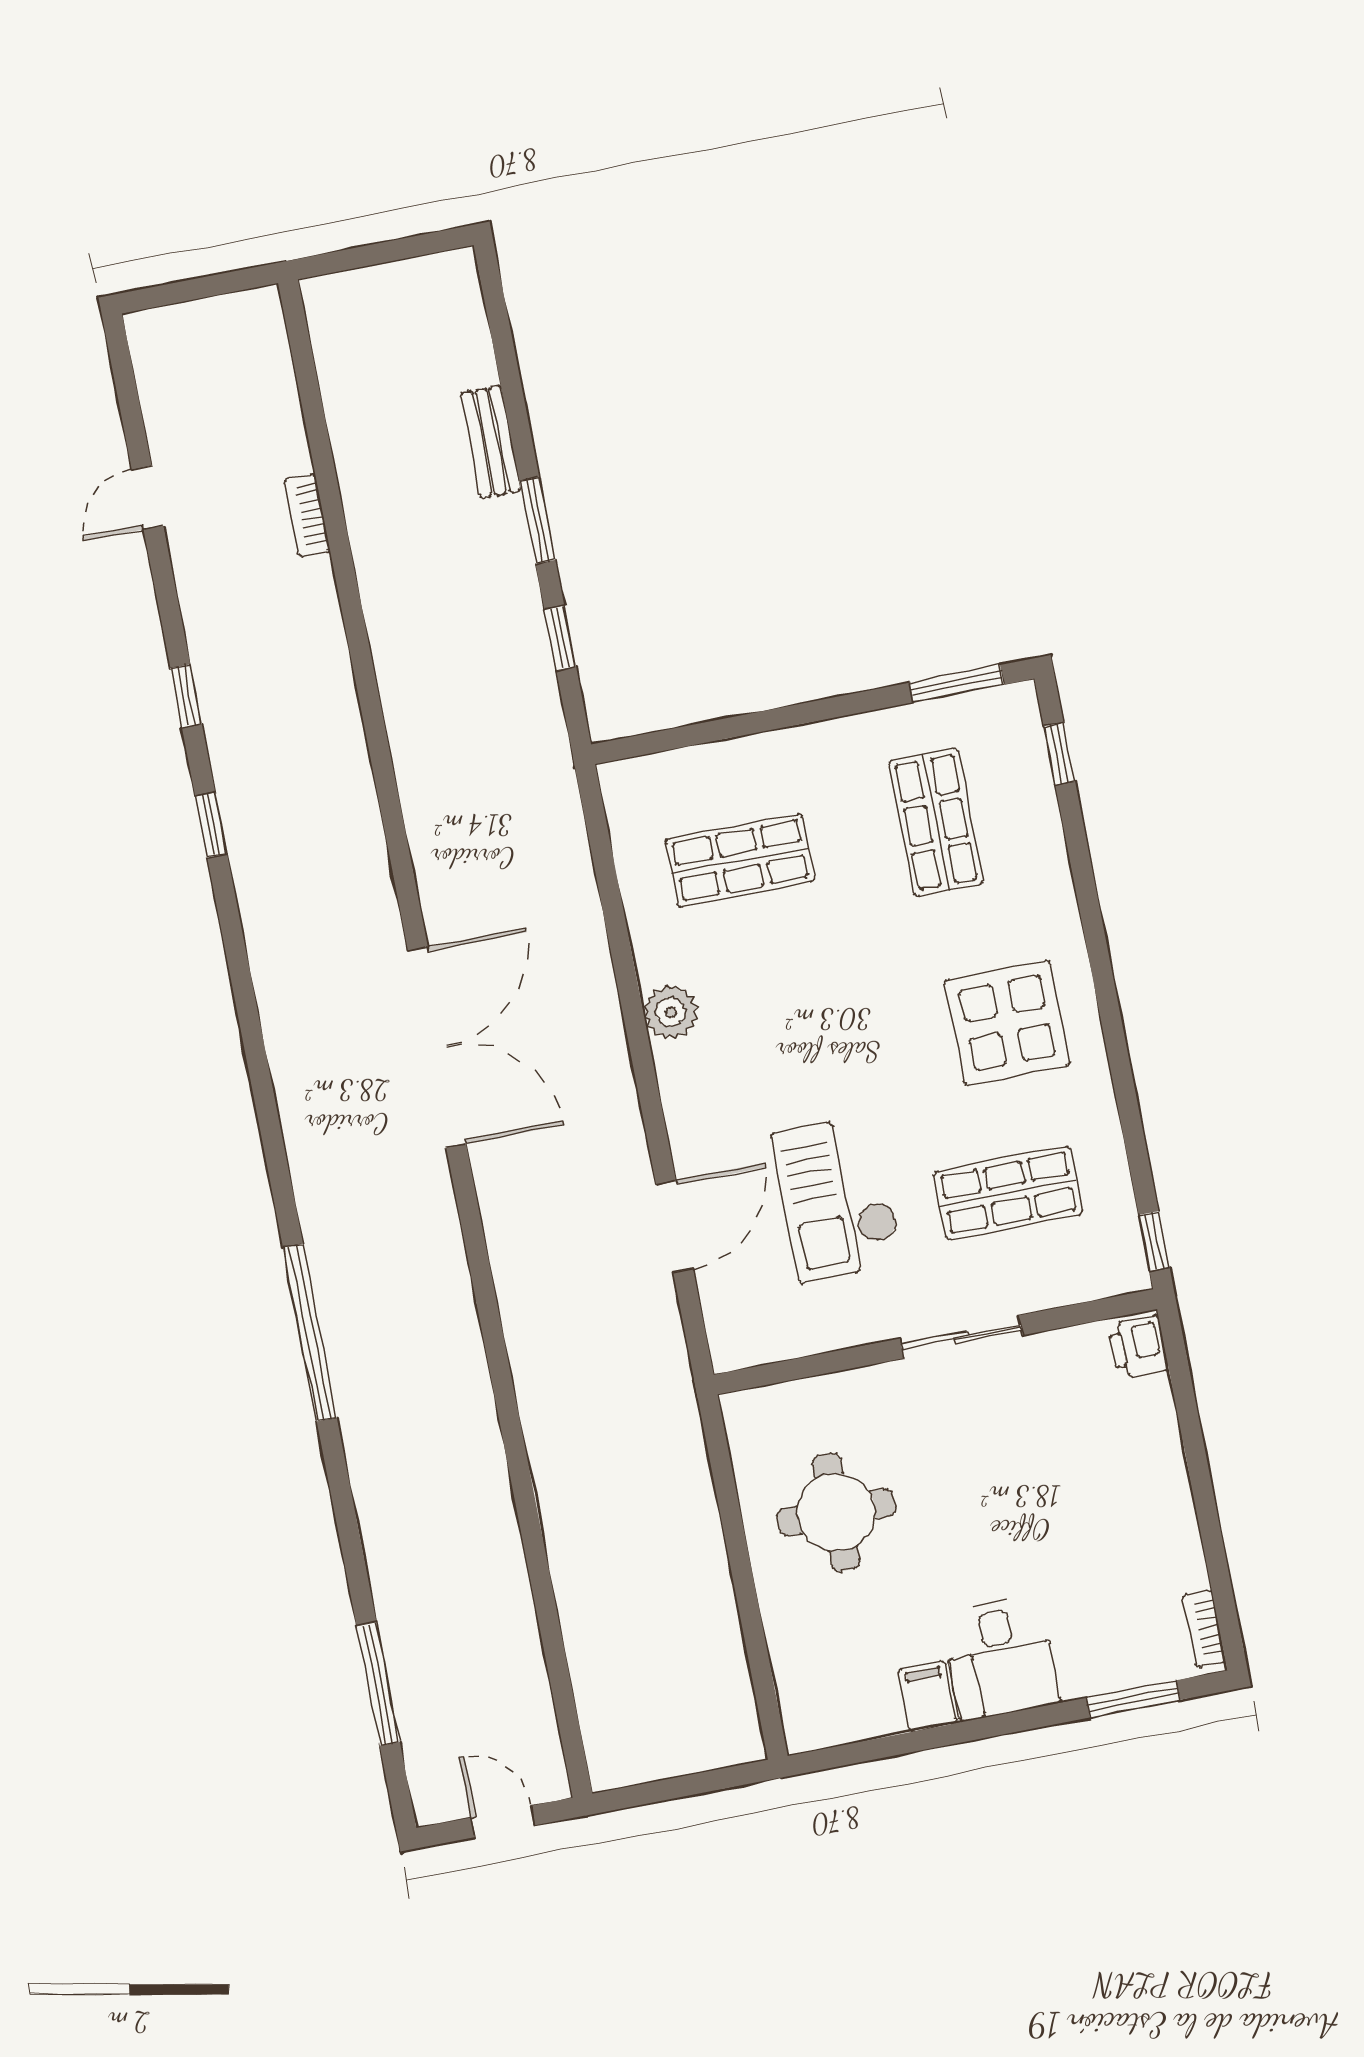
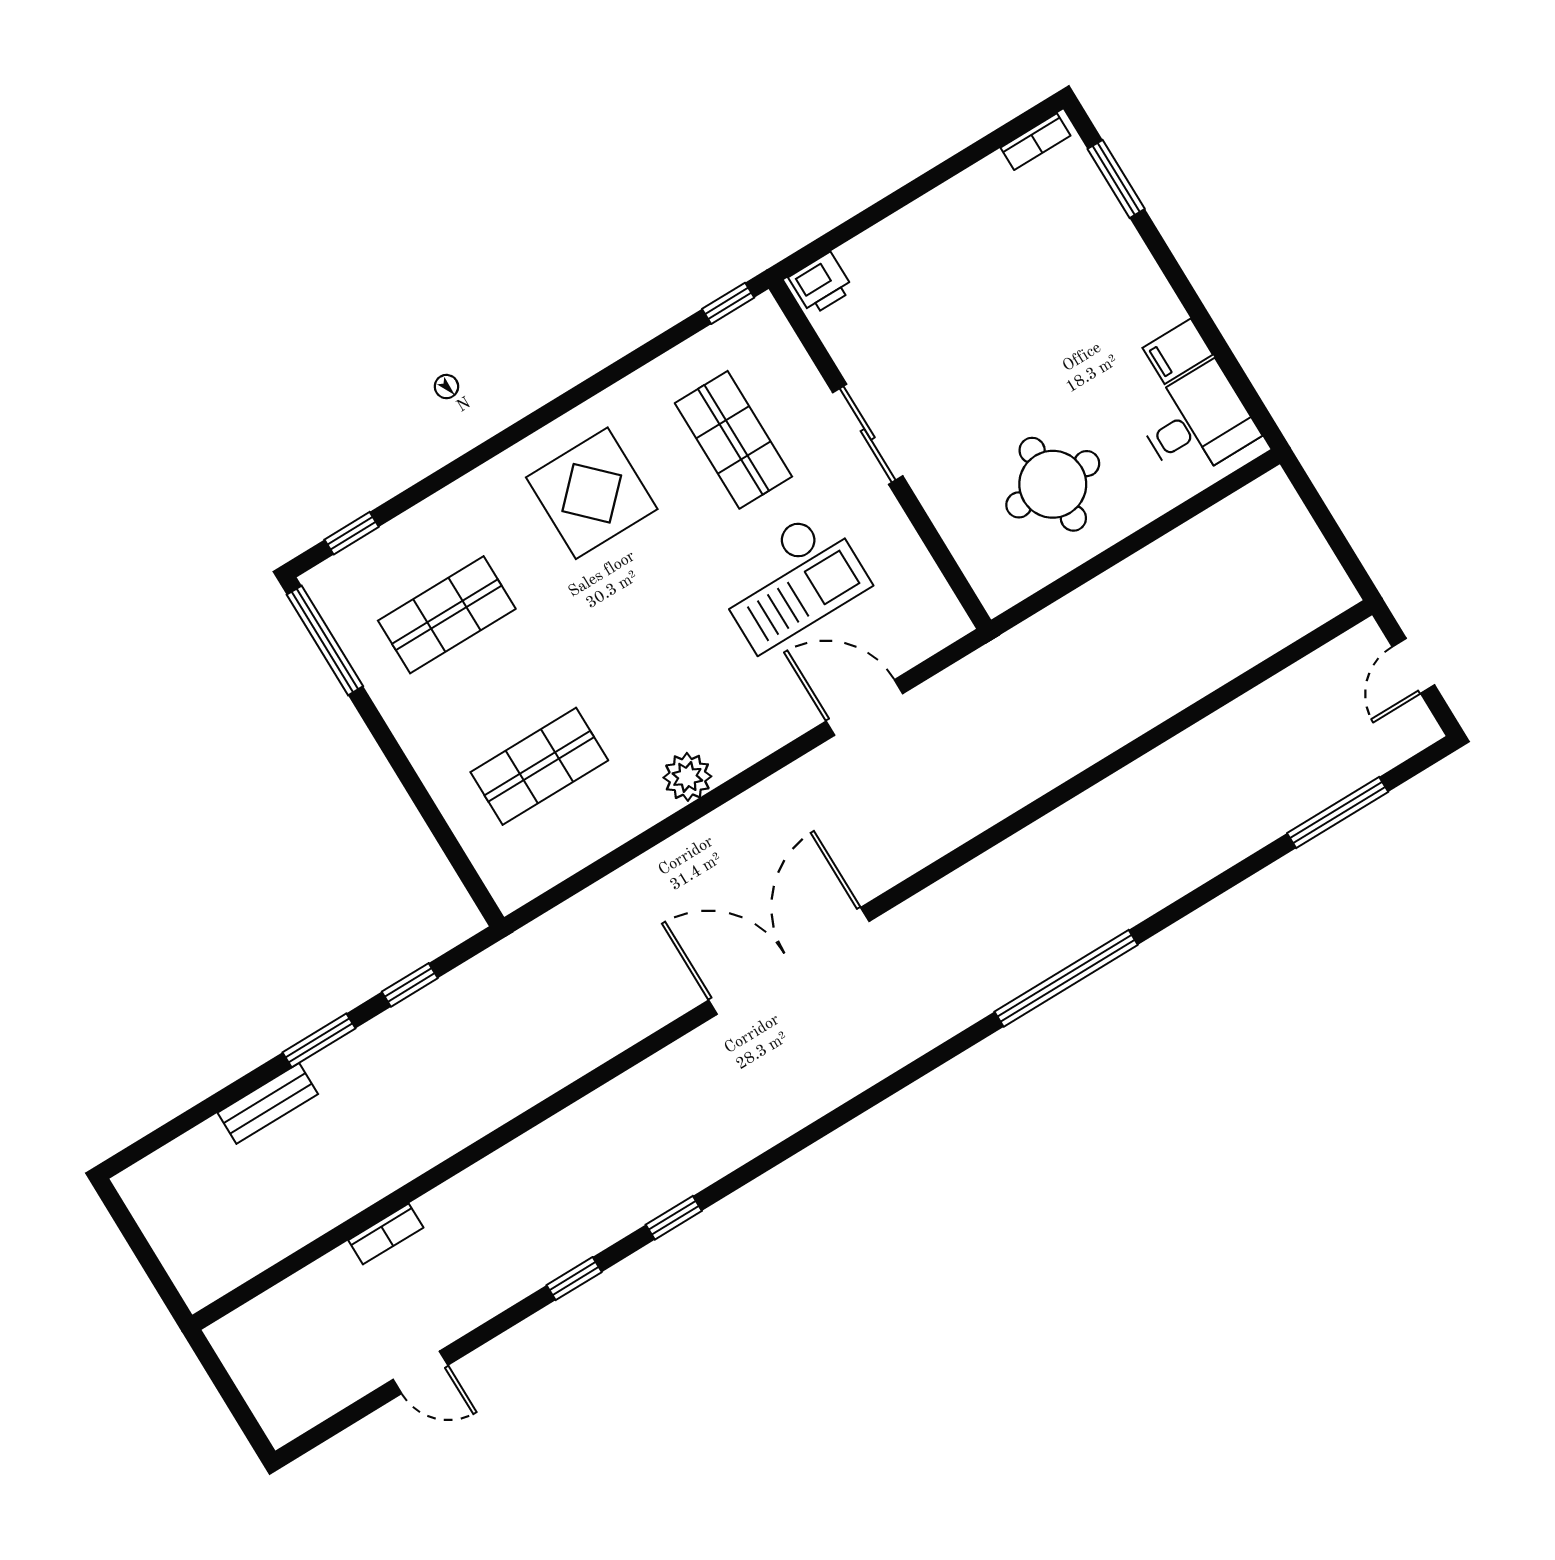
window: (957, 684) -> (325, 640), width x1.44
shop shelf: (740, 860) -> (539, 766), turned 90
desk: (1001, 1658) -> (1197, 422), moved

